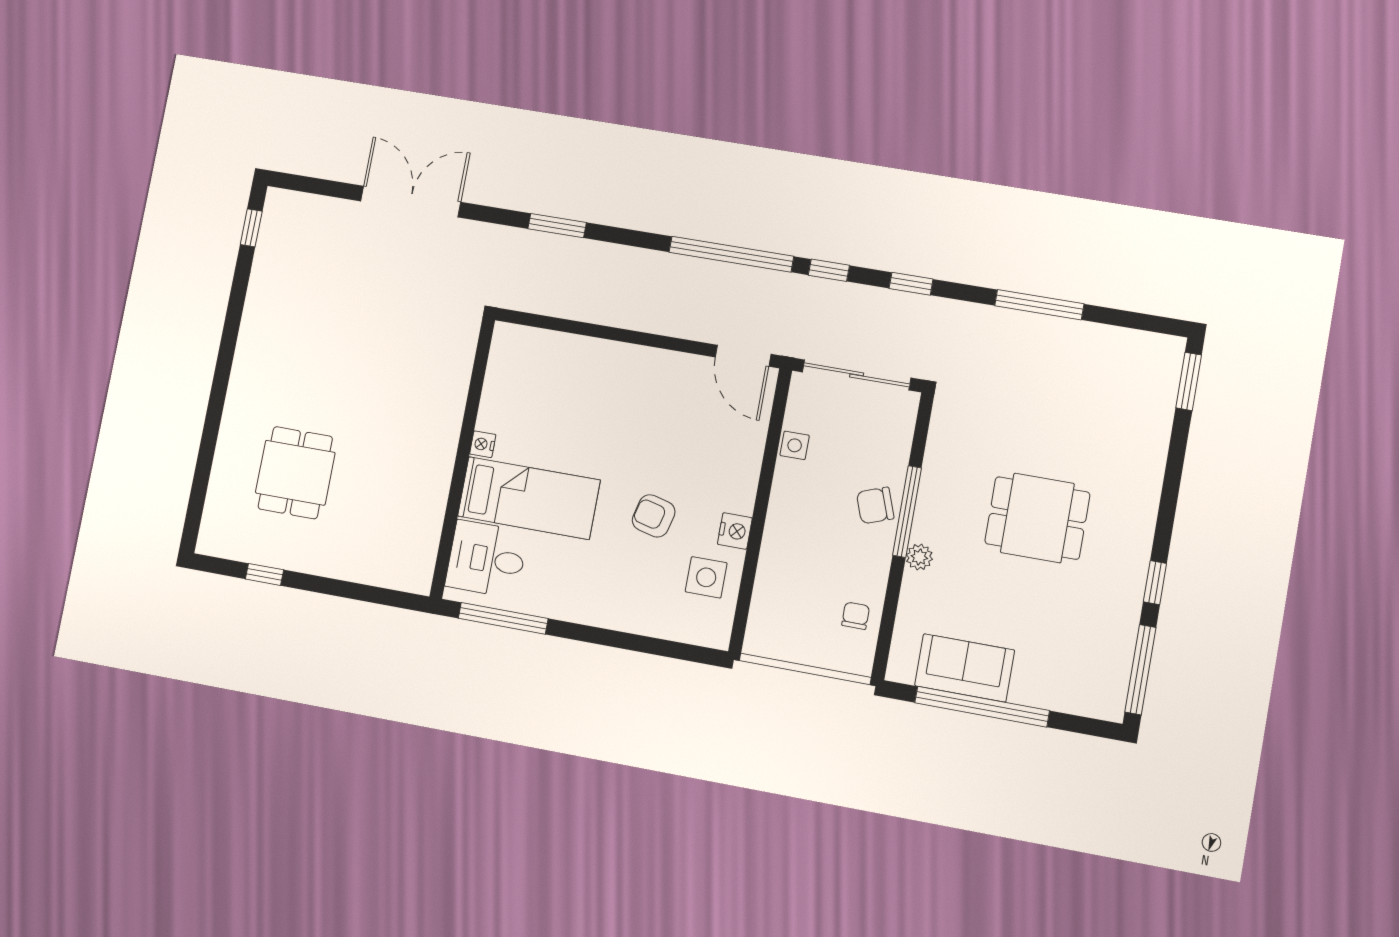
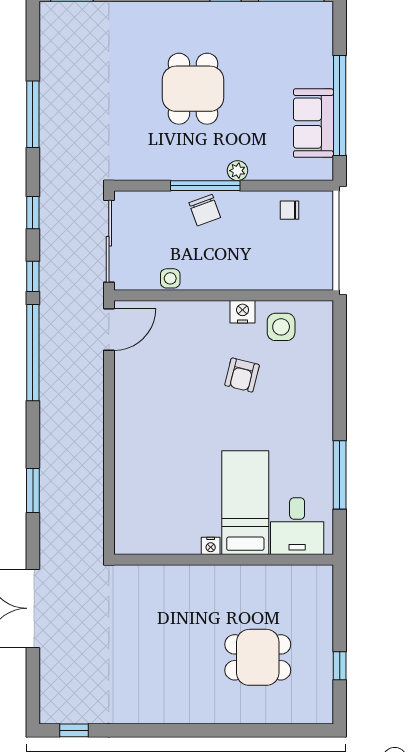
nightstand: (483, 444) -> (211, 546), moved
wall: (462, 458) -> (224, 560), moved
bed: (529, 498) -> (245, 503), moved
desk: (487, 559) -> (297, 526), moved

